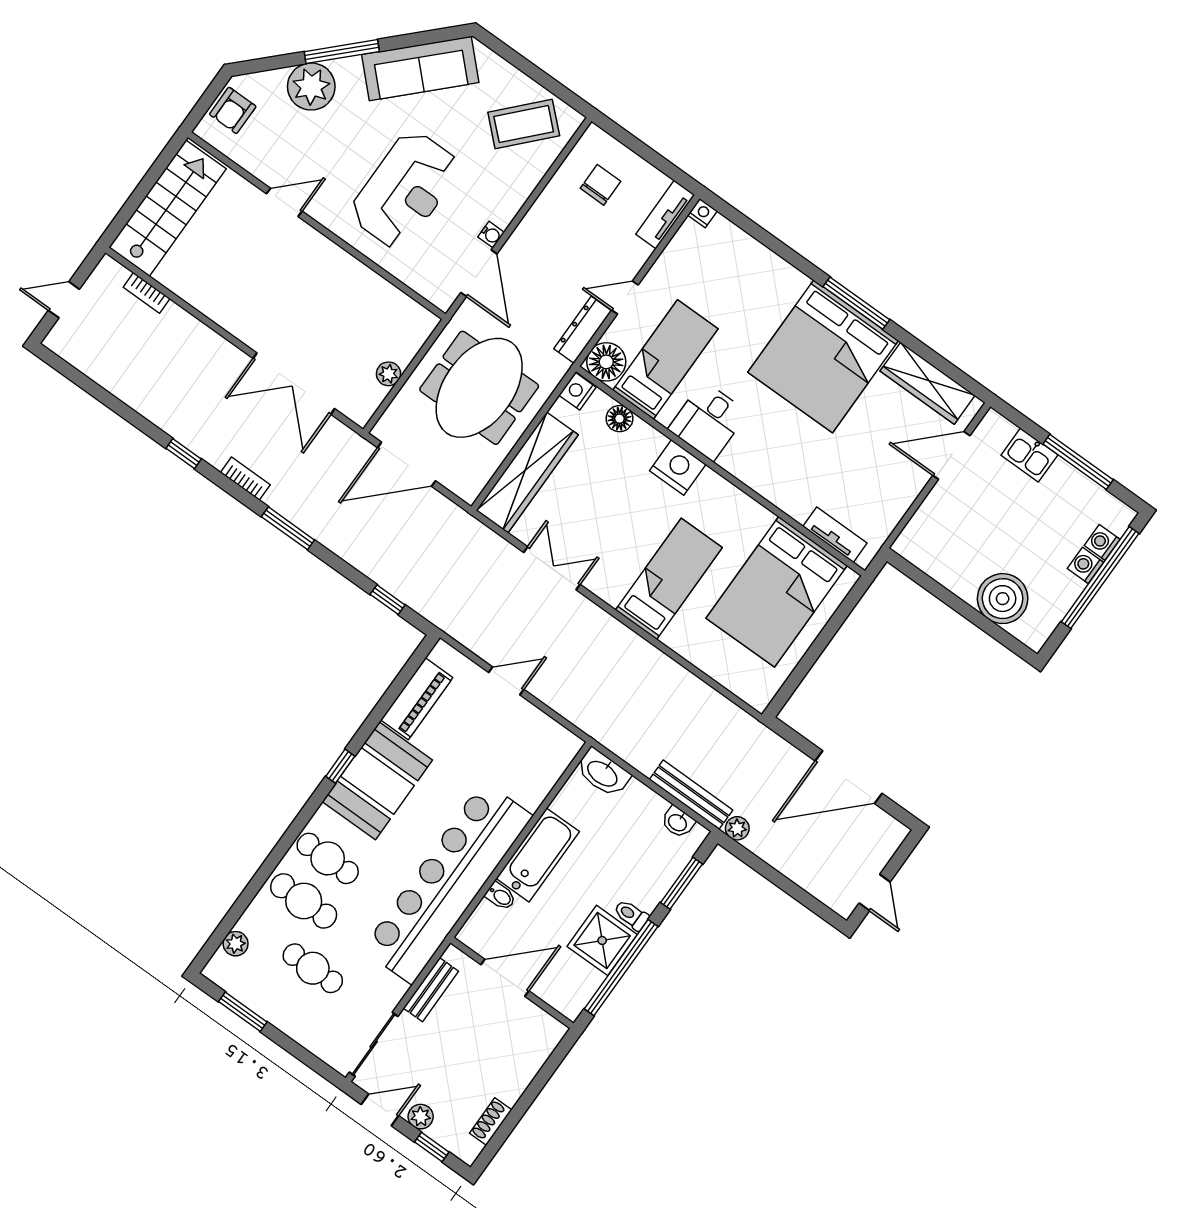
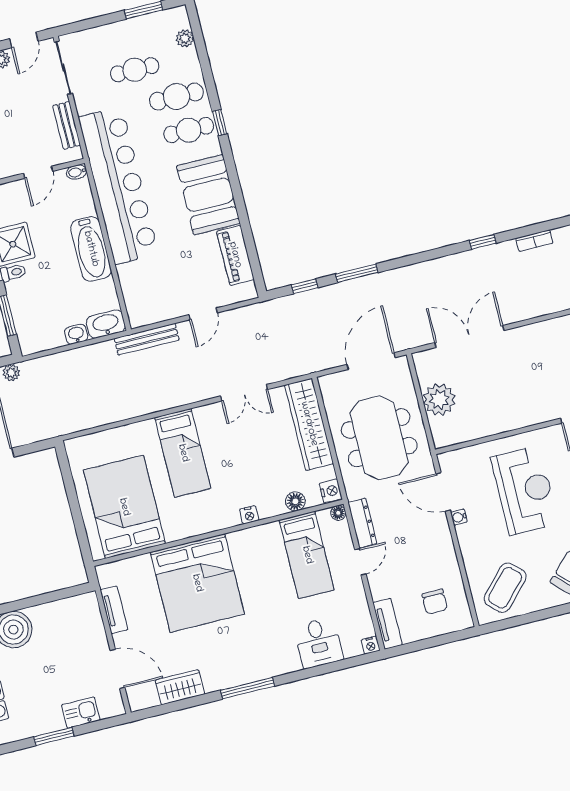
reception desk: (405, 190) -> (525, 490), turned 180
bed: (823, 356) -> (197, 583), moved, turned 180
floor lamp: (606, 362) -> (338, 513), width x0.53, depth x0.53
plant: (388, 374) -> (439, 399), width x1.87, depth x1.87
wardrobe: (928, 383) -> (180, 687), width x0.67
desk: (708, 421) -> (319, 643), moved, turned 180
door: (951, 455) -> (117, 669), hinge flipped
window: (1078, 462) -> (54, 736), width x0.69
nightstand: (678, 468) -> (249, 515), width x0.53, depth x0.56
bookcase: (245, 479) -> (534, 241), moved
window: (288, 528) -> (357, 273), moved
tv unit: (835, 535) -> (114, 610), moved, turned -90
window: (340, 766) -> (220, 123), moved
bench: (691, 795) -> (147, 339), moved
washbasin: (678, 822) -> (76, 334), moved
bidet: (501, 896) -> (77, 172), moved
door: (505, 978) -> (38, 172), width x0.73

